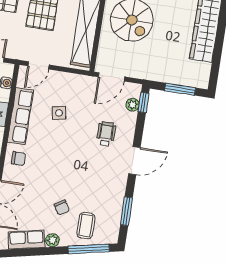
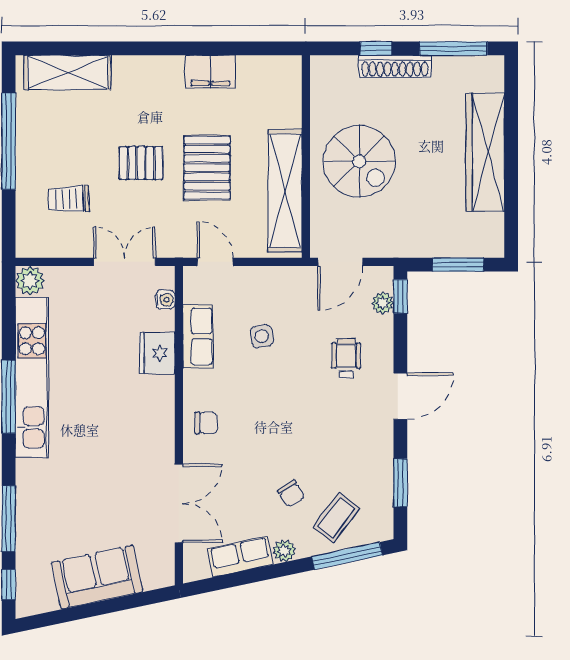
door: (39, 65) -> (215, 262), swing flipped
row of seats: (20, 116) -> (198, 336), width x0.68
coffee table: (86, 226) -> (336, 517), turned 37

